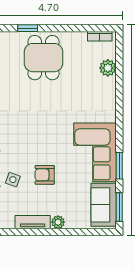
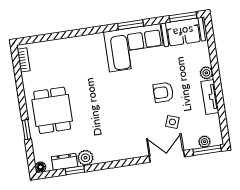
dining table: (44, 58) -> (52, 110), turned 90
plant: (108, 68) -> (53, 48), removed
window: (119, 166) -> (131, 25), moved
armchair: (45, 175) -> (163, 92), turned 90

